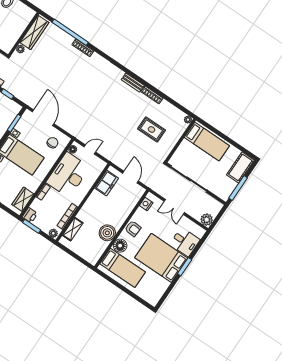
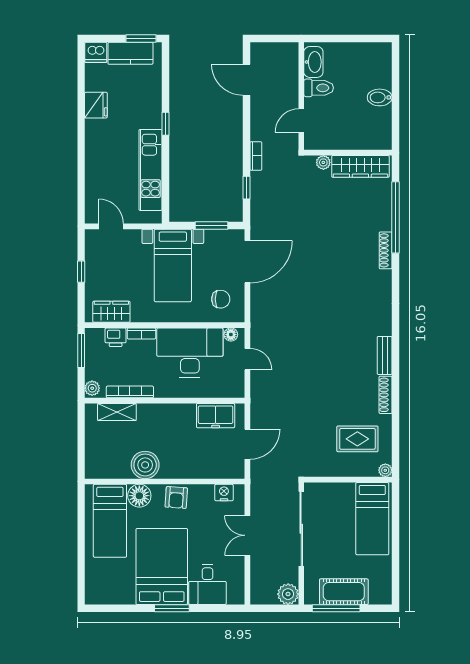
rug: (151, 129) -> (357, 439), moved, turned 90
cot: (240, 168) -> (344, 592), moved
printer: (30, 215) -> (116, 337), moved
plant: (207, 220) -> (288, 594), moved

